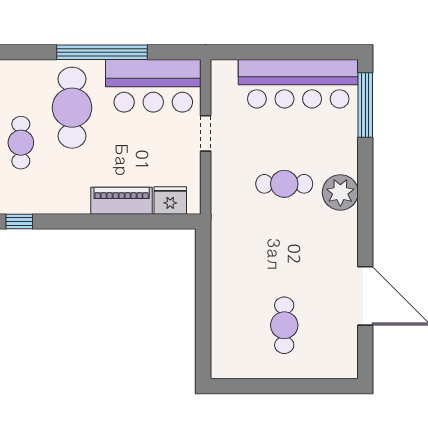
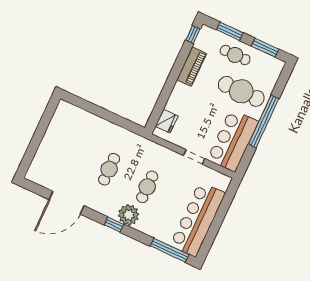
piano: (122, 201) -> (192, 67), moved
window: (365, 208) -> (114, 225), added
cafe table: (284, 325) -> (109, 169), moved, turned 90

